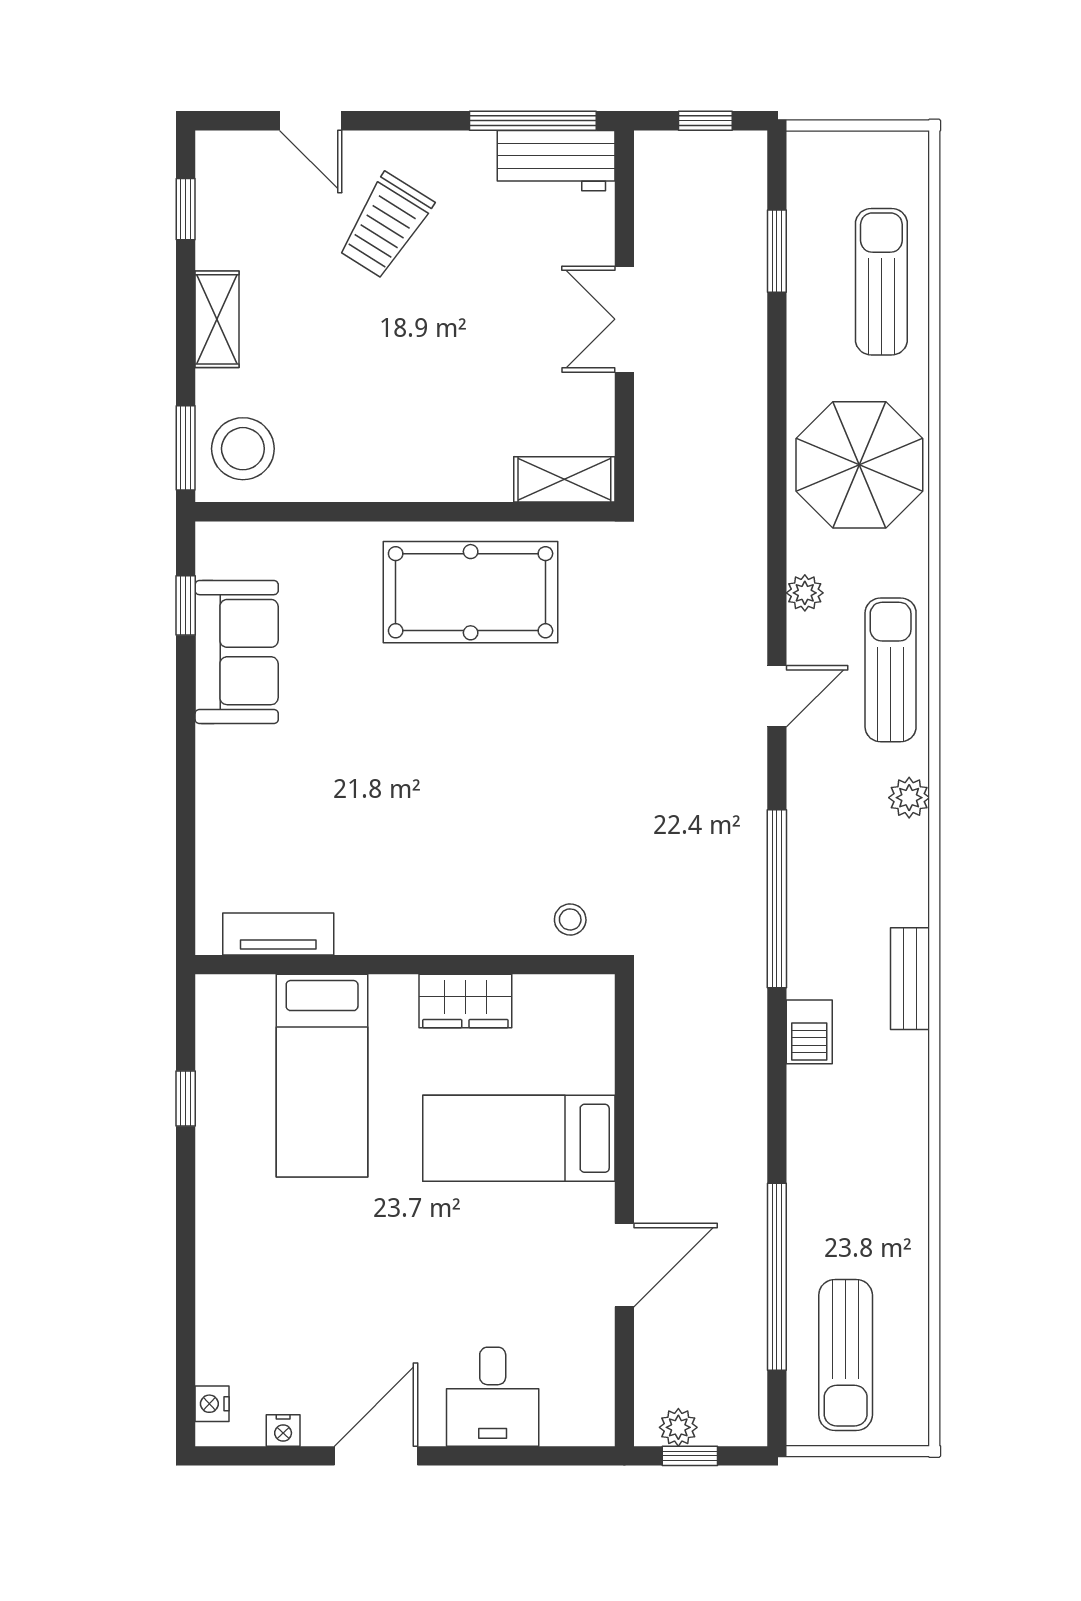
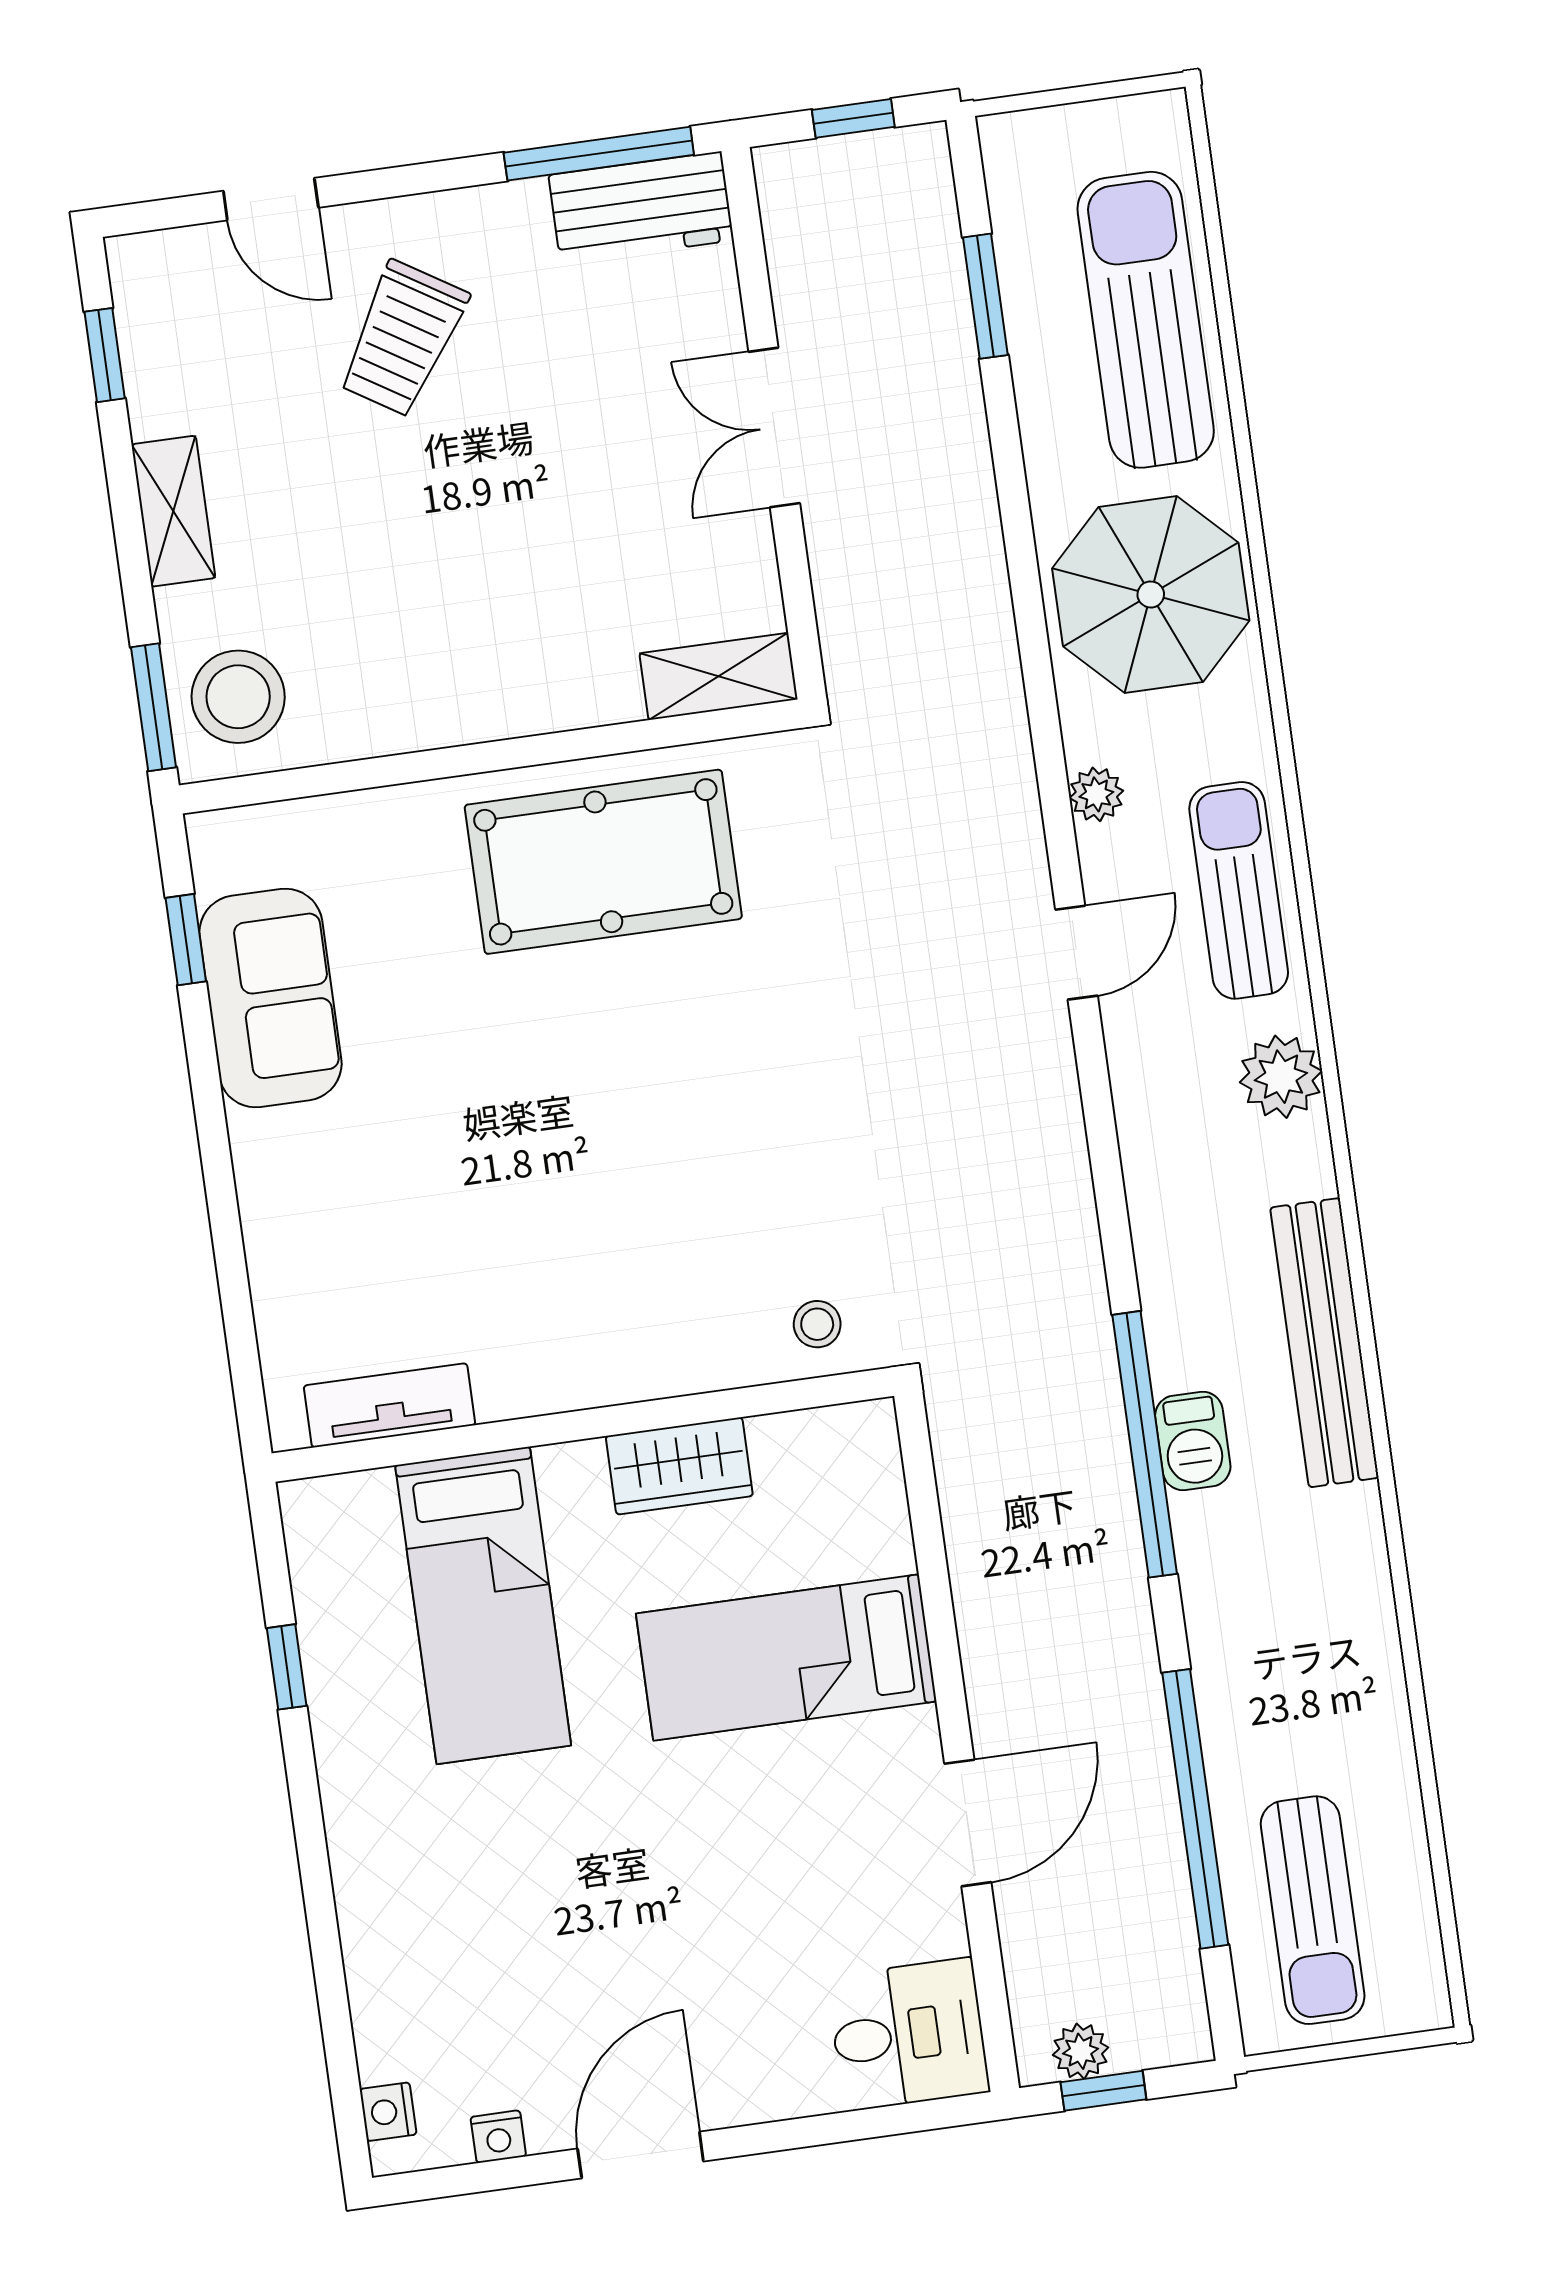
sun lounger: (881, 282) -> (1146, 320), width x1.36, depth x1.34
plant: (909, 798) -> (1281, 1077), width x1.38, depth x1.38
window: (777, 899) -> (1145, 1444), moved
bench: (910, 979) -> (1324, 1343), width x1.86, depth x1.21
desk: (493, 1397) -> (908, 2034), moved, turned -90

